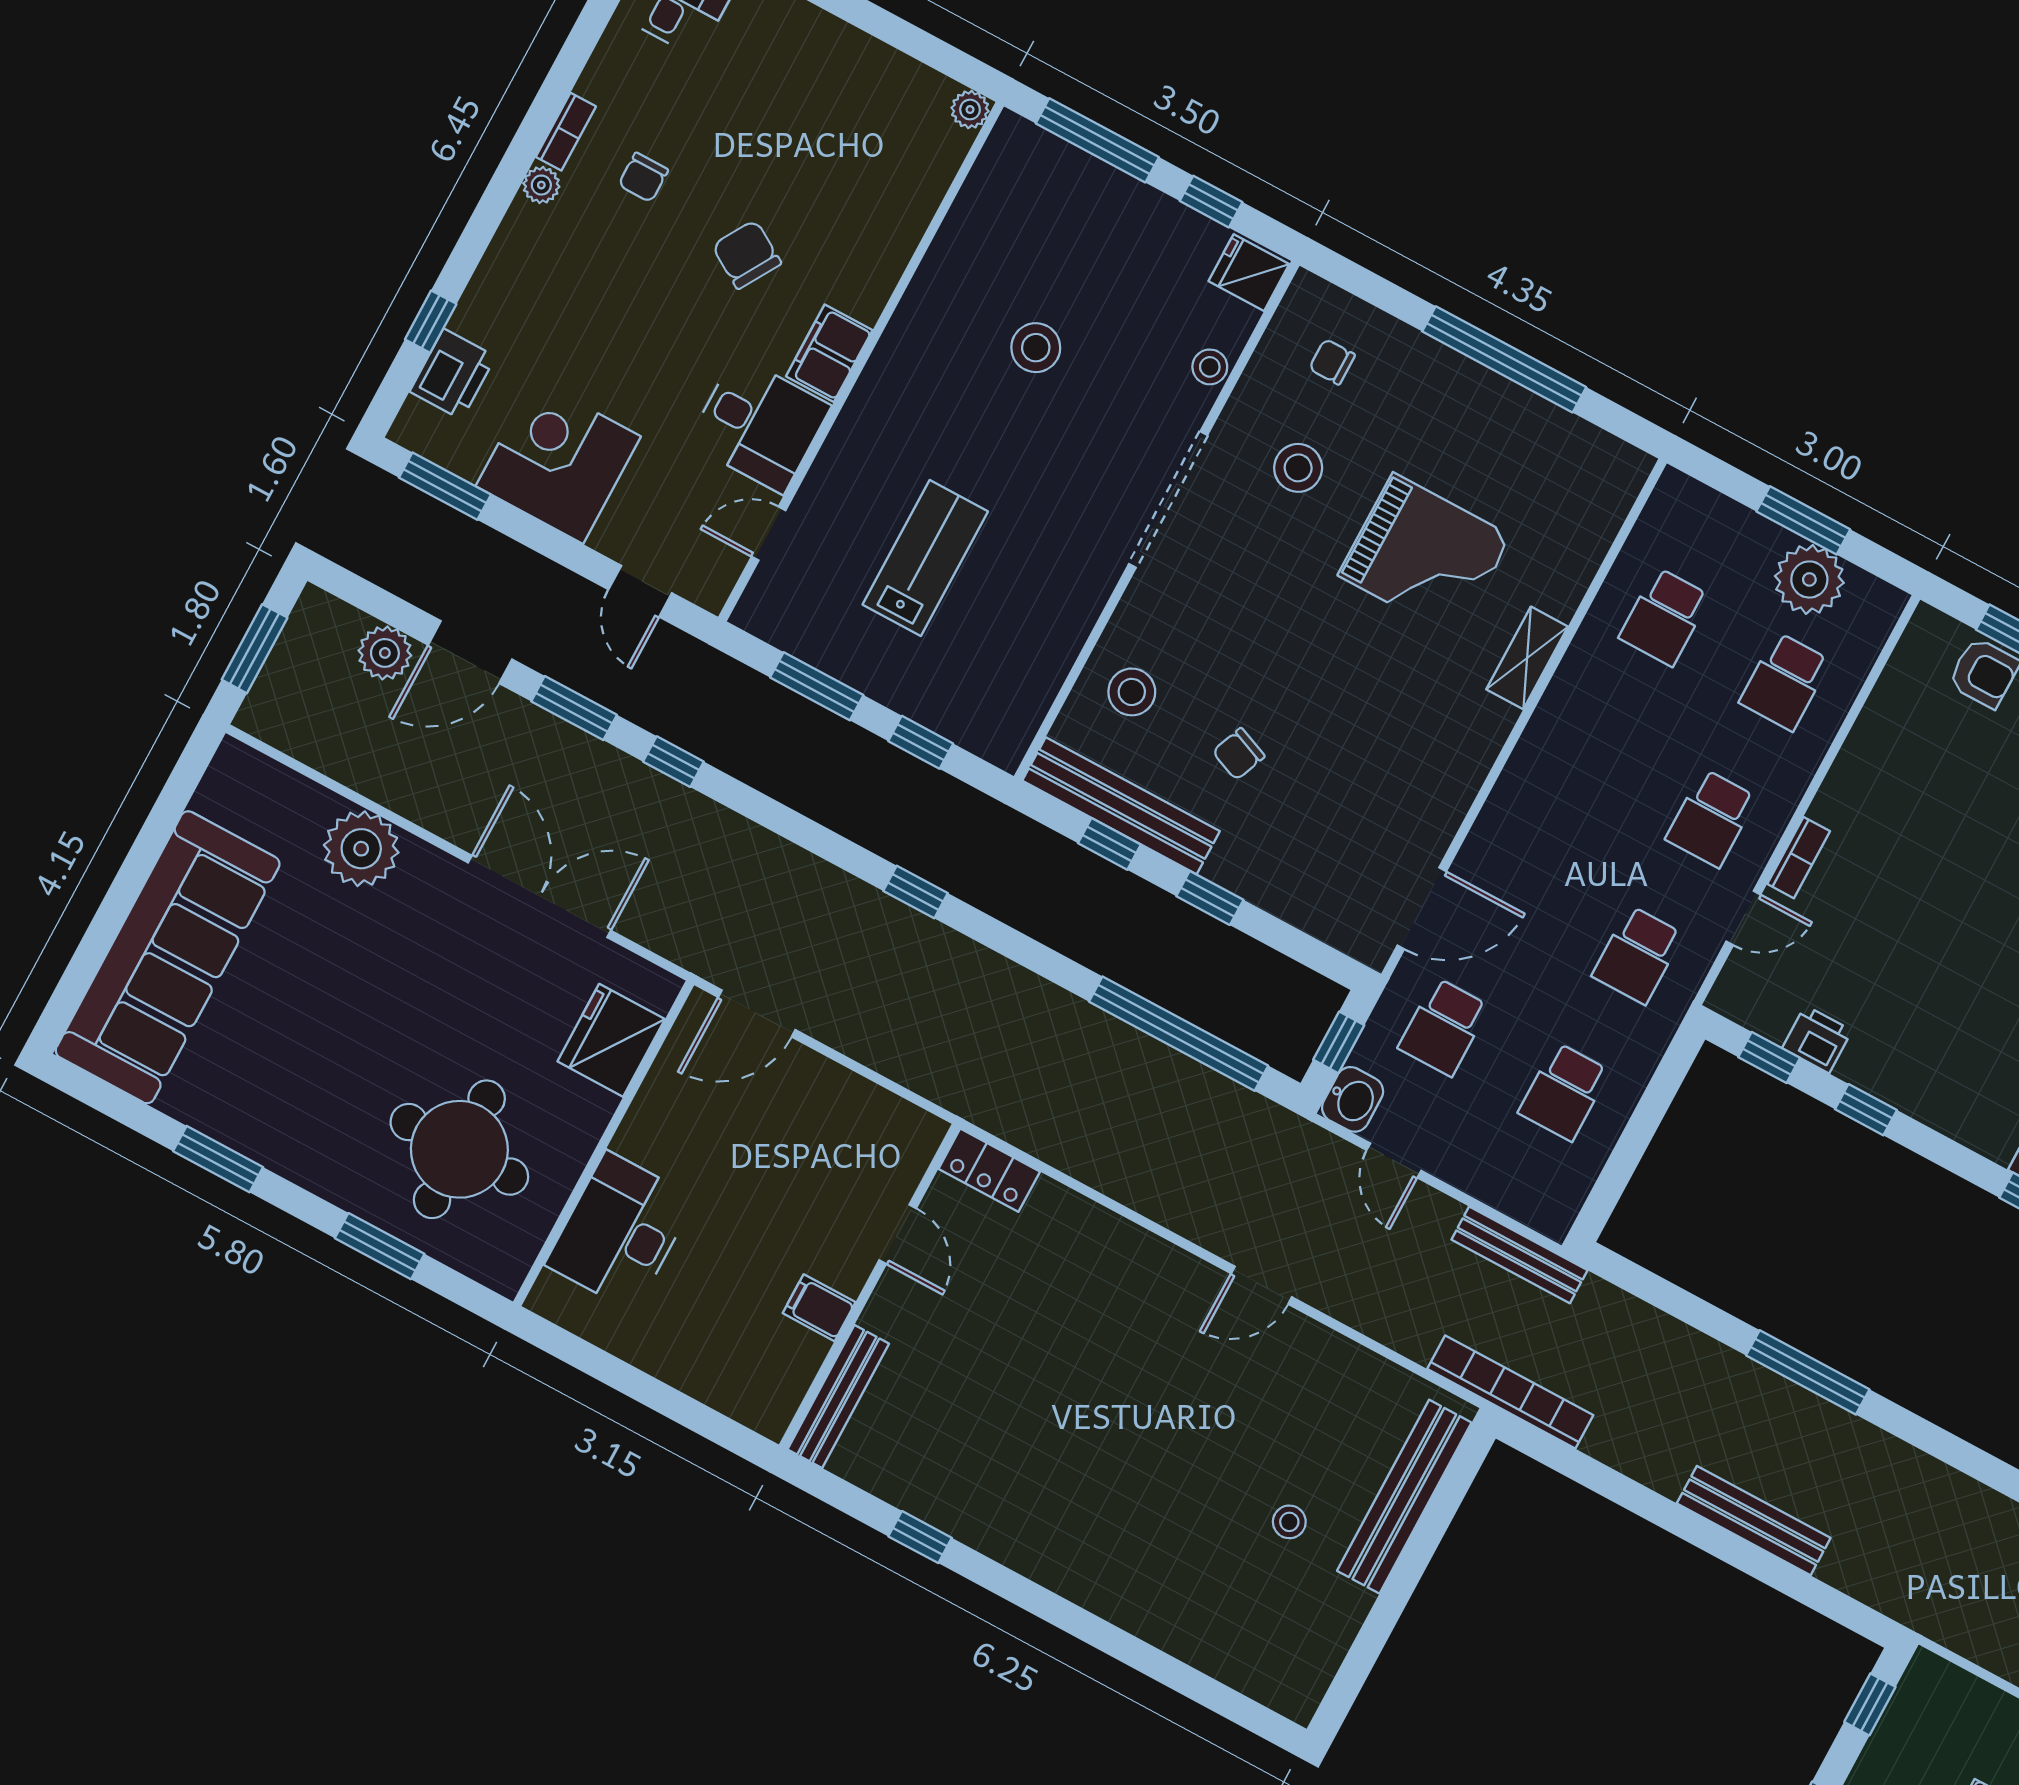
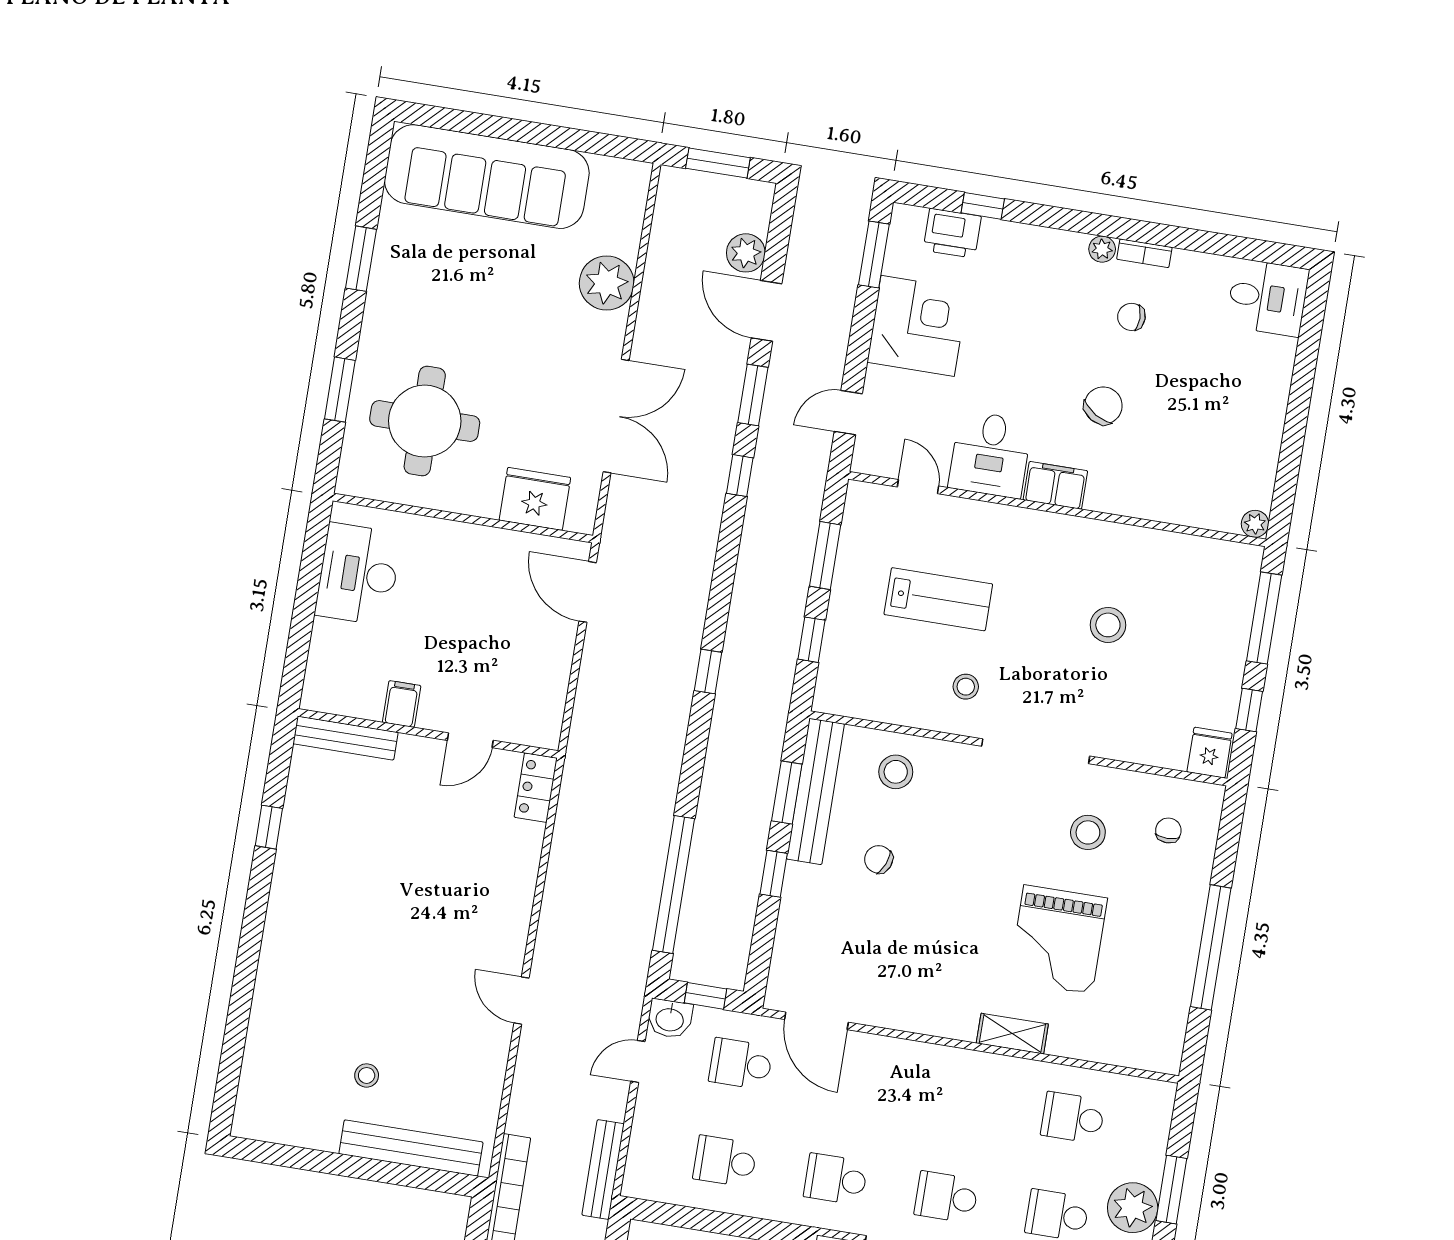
stool: (1210, 367) -> (966, 687), moved
window: (1109, 844) -> (787, 792), width x1.50
desk: (620, 1231) -> (358, 574), moved, turned -90

